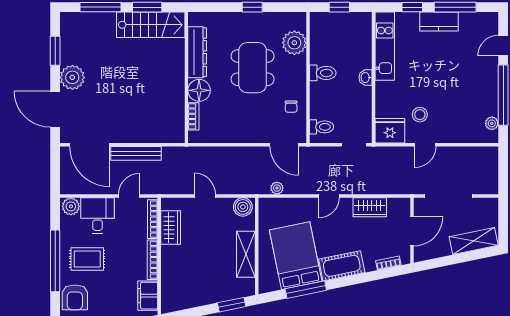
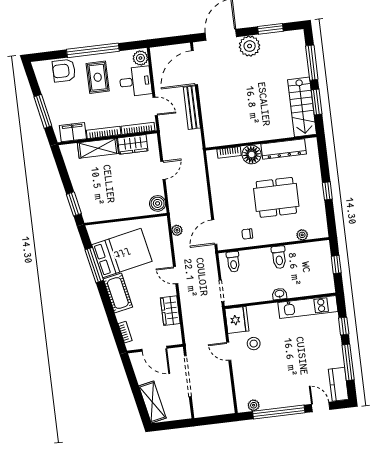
kitchen counter: (439, 22) -> (338, 384), moved
plant: (294, 43) -> (302, 235), width x0.53, depth x0.53
shelving: (246, 254) -> (98, 148), moved

